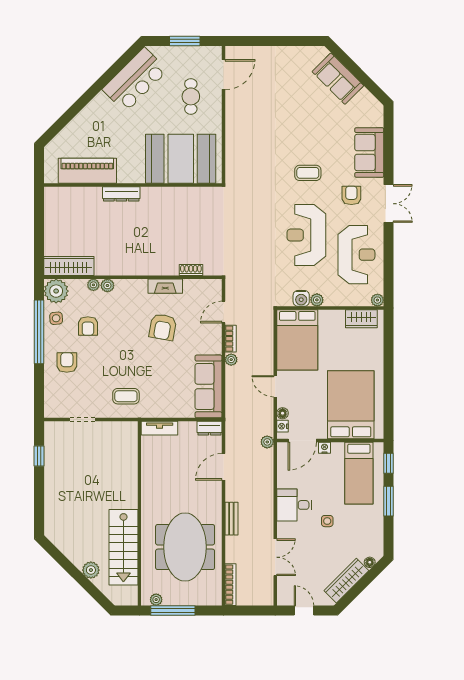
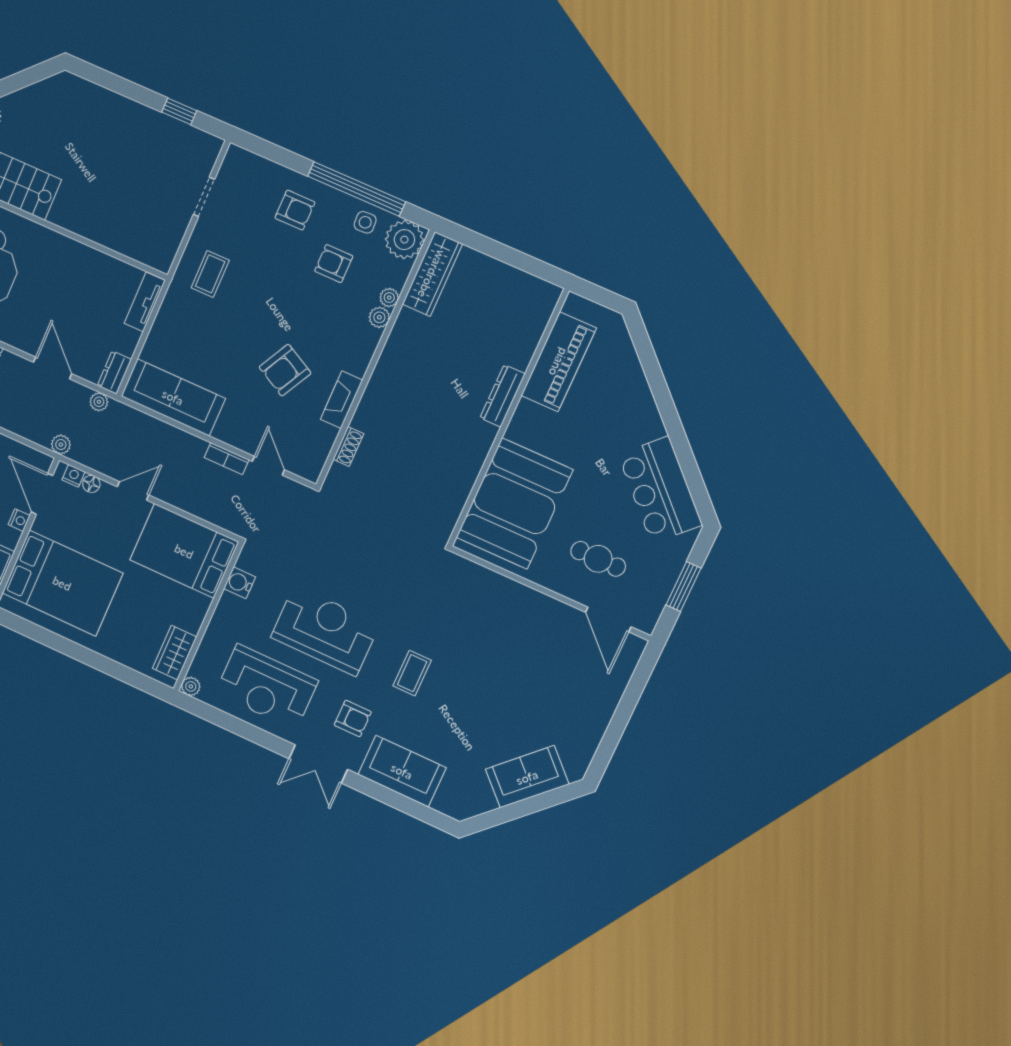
plant: (317, 300) -> (228, 604), removed
armchair: (163, 327) -> (285, 370), turned -72
plant: (231, 360) -> (99, 402), moved

